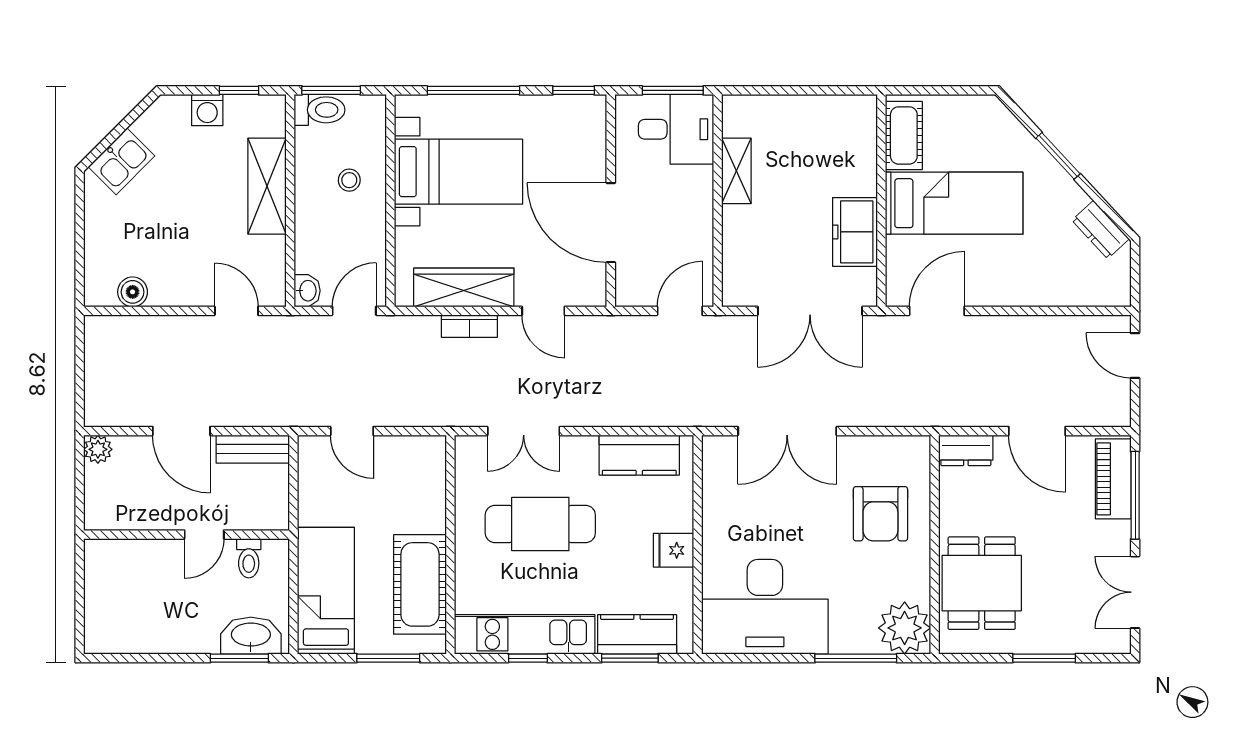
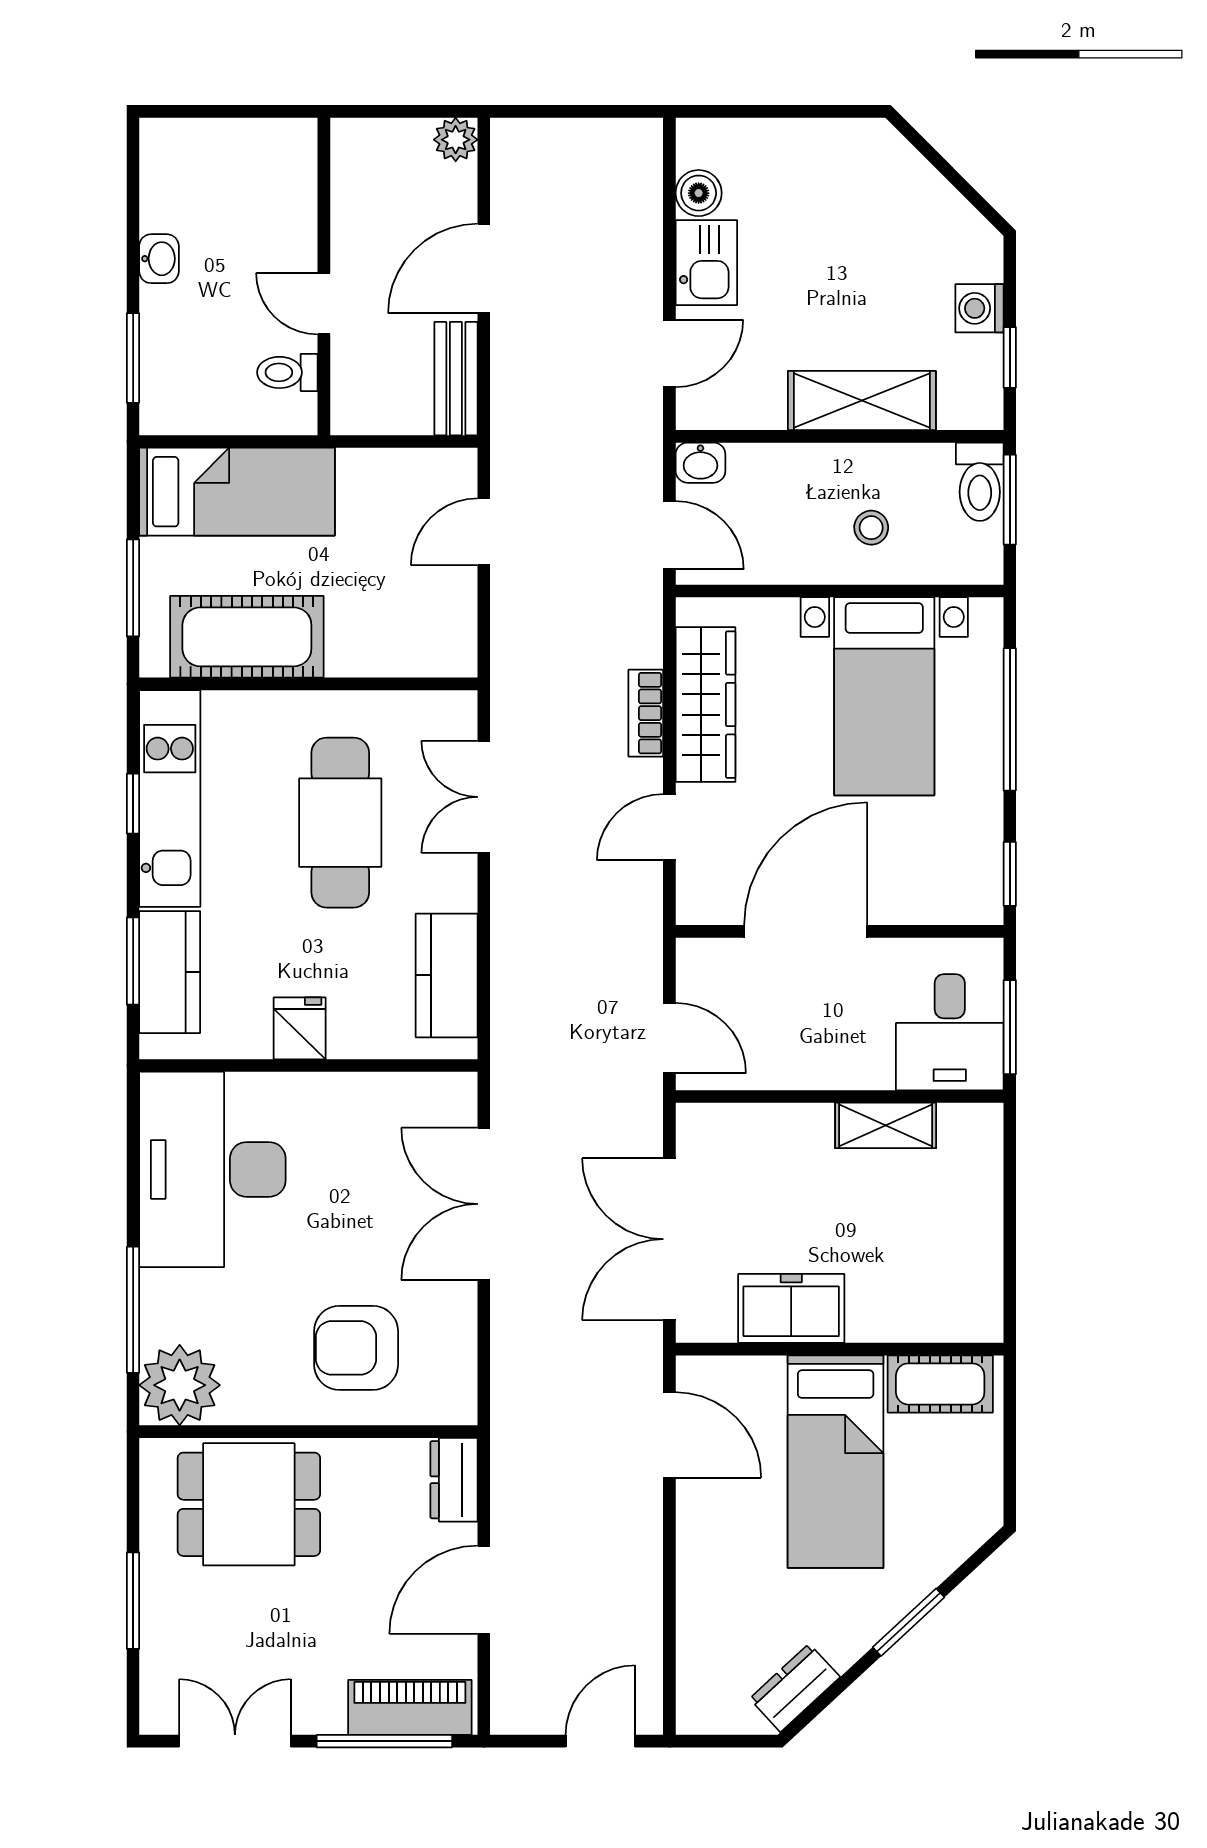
kitchen sink: (121, 161) -> (706, 263), moved, turned -135
washbasin: (251, 636) -> (159, 259), moved, width x0.52, depth x0.69

